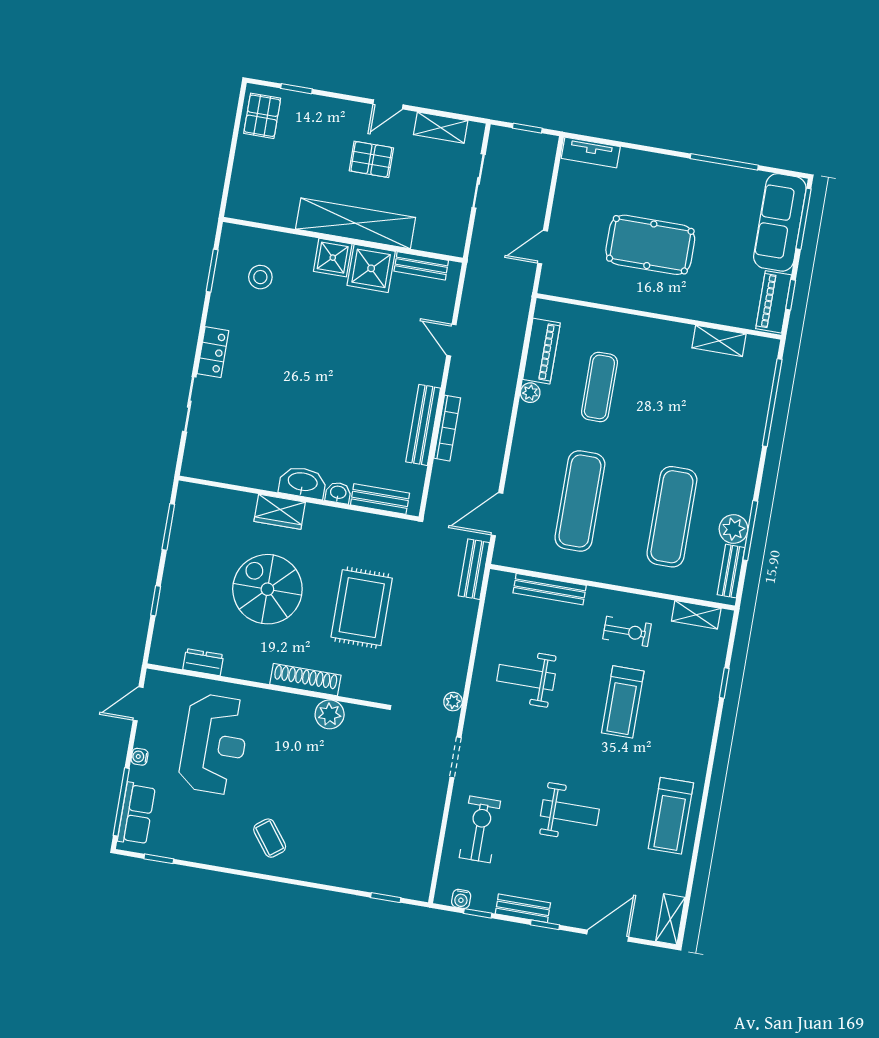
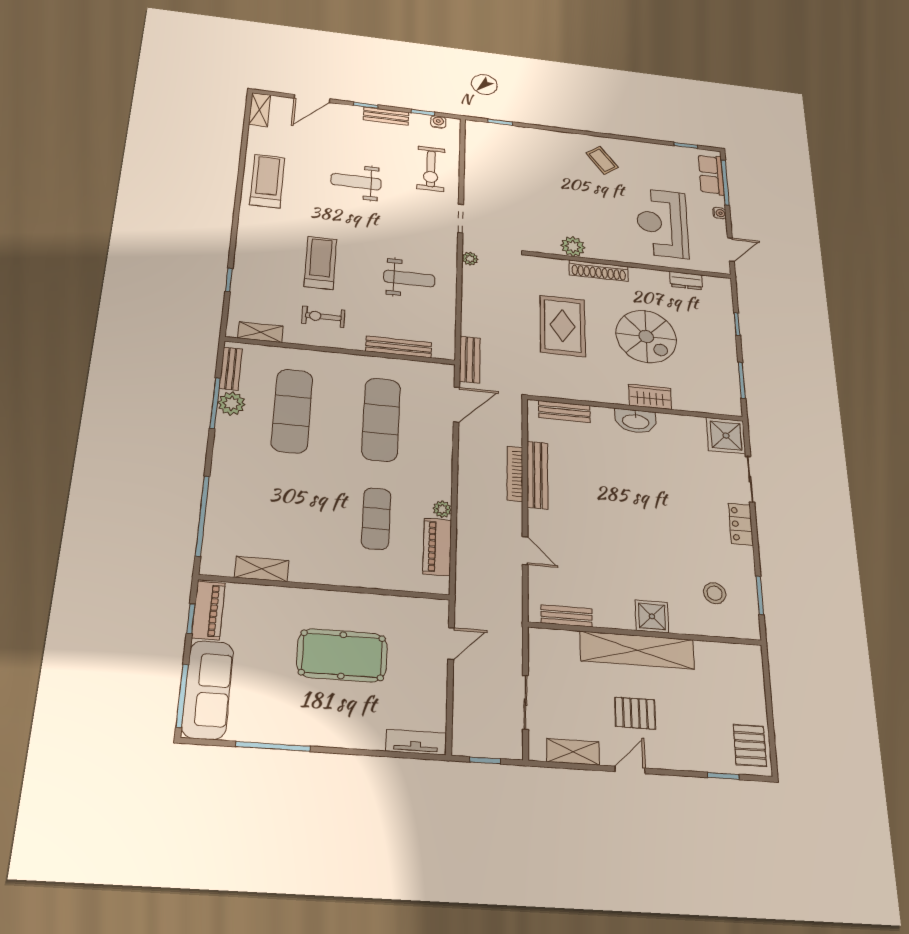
shower: (371, 268) -> (726, 436), moved
washbasin: (338, 493) -> (602, 414), removed

